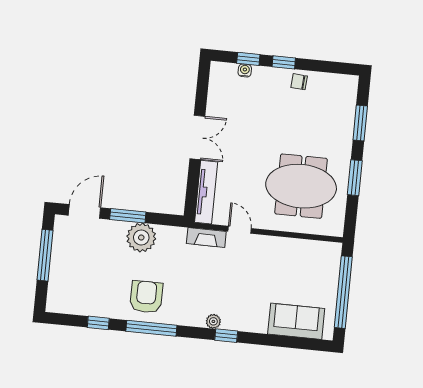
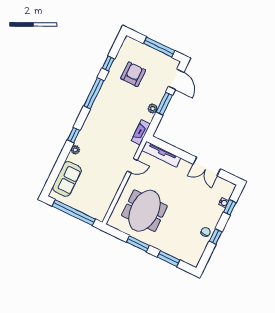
window: (284, 62) -> (216, 236), moved
double door: (197, 137) -> (207, 166), moved
fireplace: (206, 237) -> (141, 132), moved
plant: (141, 238) -> (153, 109), width x0.53, depth x0.53
armchair: (146, 297) -> (133, 74), moved, turned -90
plant: (213, 321) -> (75, 150), moved

